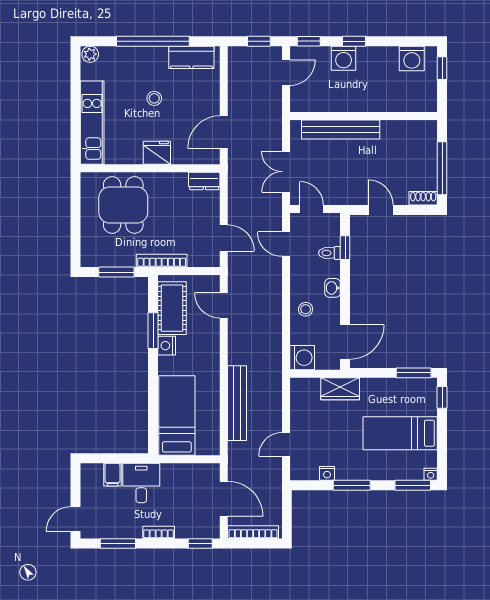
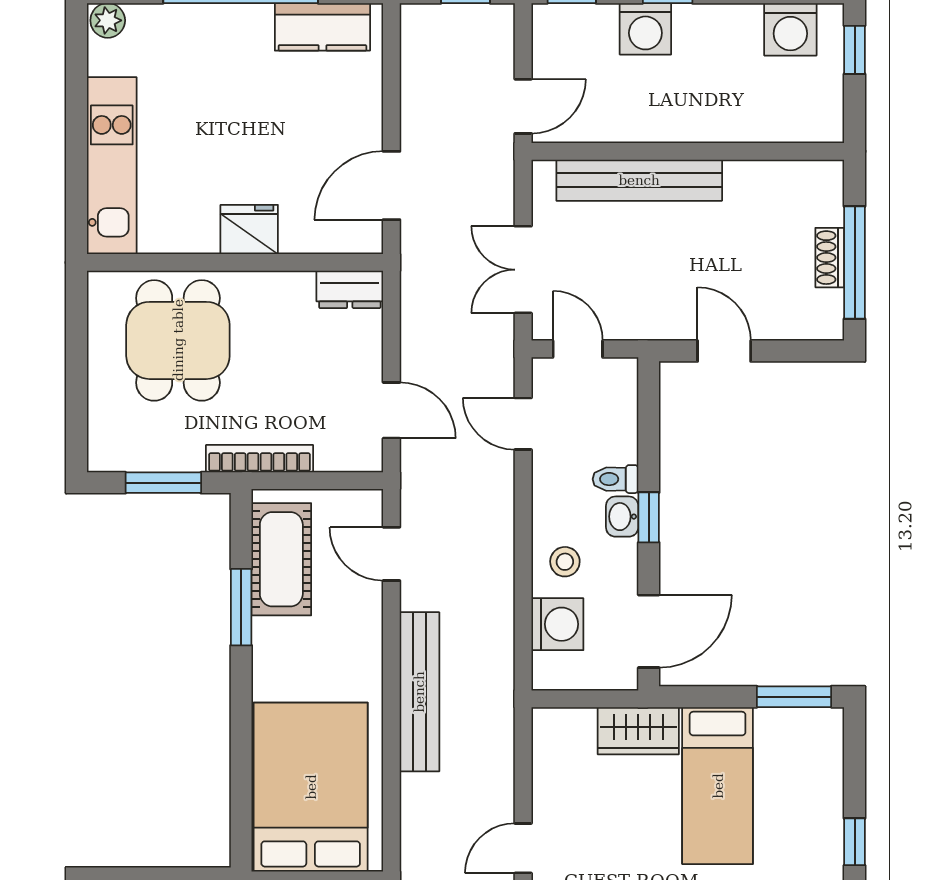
door: (286, 73) -> (523, 106), moved
stool: (154, 98) -> (244, 114), removed
shoe rack: (423, 198) -> (830, 258), moved, turned -90
window: (345, 248) -> (649, 517), moved
toilet: (329, 253) -> (616, 479), moved
nightstand: (167, 346) -> (270, 639), removed
washing machine: (302, 358) -> (557, 624), moved
window: (442, 397) -> (855, 842), moved
bench: (237, 403) -> (419, 692), moved
bed: (177, 415) -> (311, 787), width x1.50
bed: (400, 433) -> (718, 786), moved, turned -90

